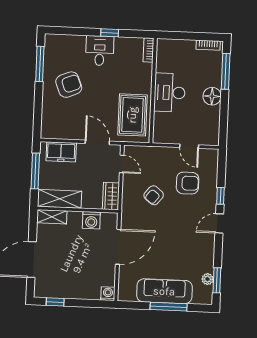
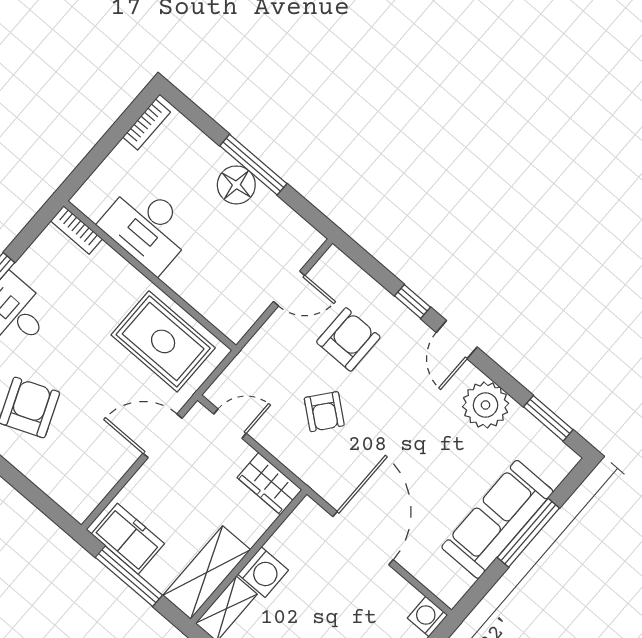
window: (226, 71) -> (253, 165), moved
desk: (170, 93) -> (147, 227), moved
freezer: (61, 152) -> (128, 539), moved, turned -90
washing machine: (91, 220) -> (263, 572), moved
plant: (208, 279) -> (486, 405), moved, width x1.88, depth x1.88

